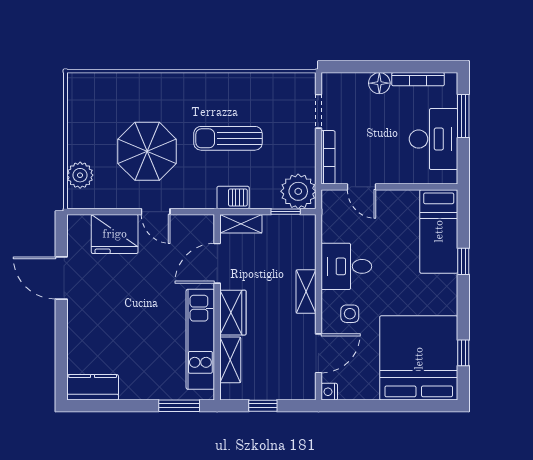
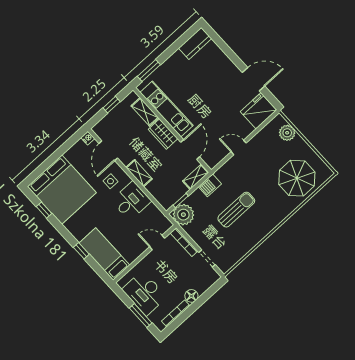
parasol: (147, 151) -> (297, 178), moved
fridge: (115, 234) -> (259, 111), moved

